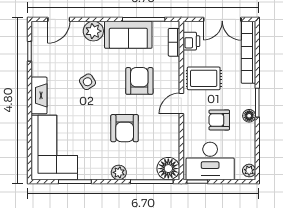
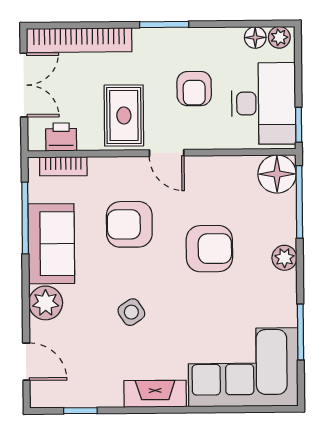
floor lamp: (249, 116) -> (255, 37), moved

